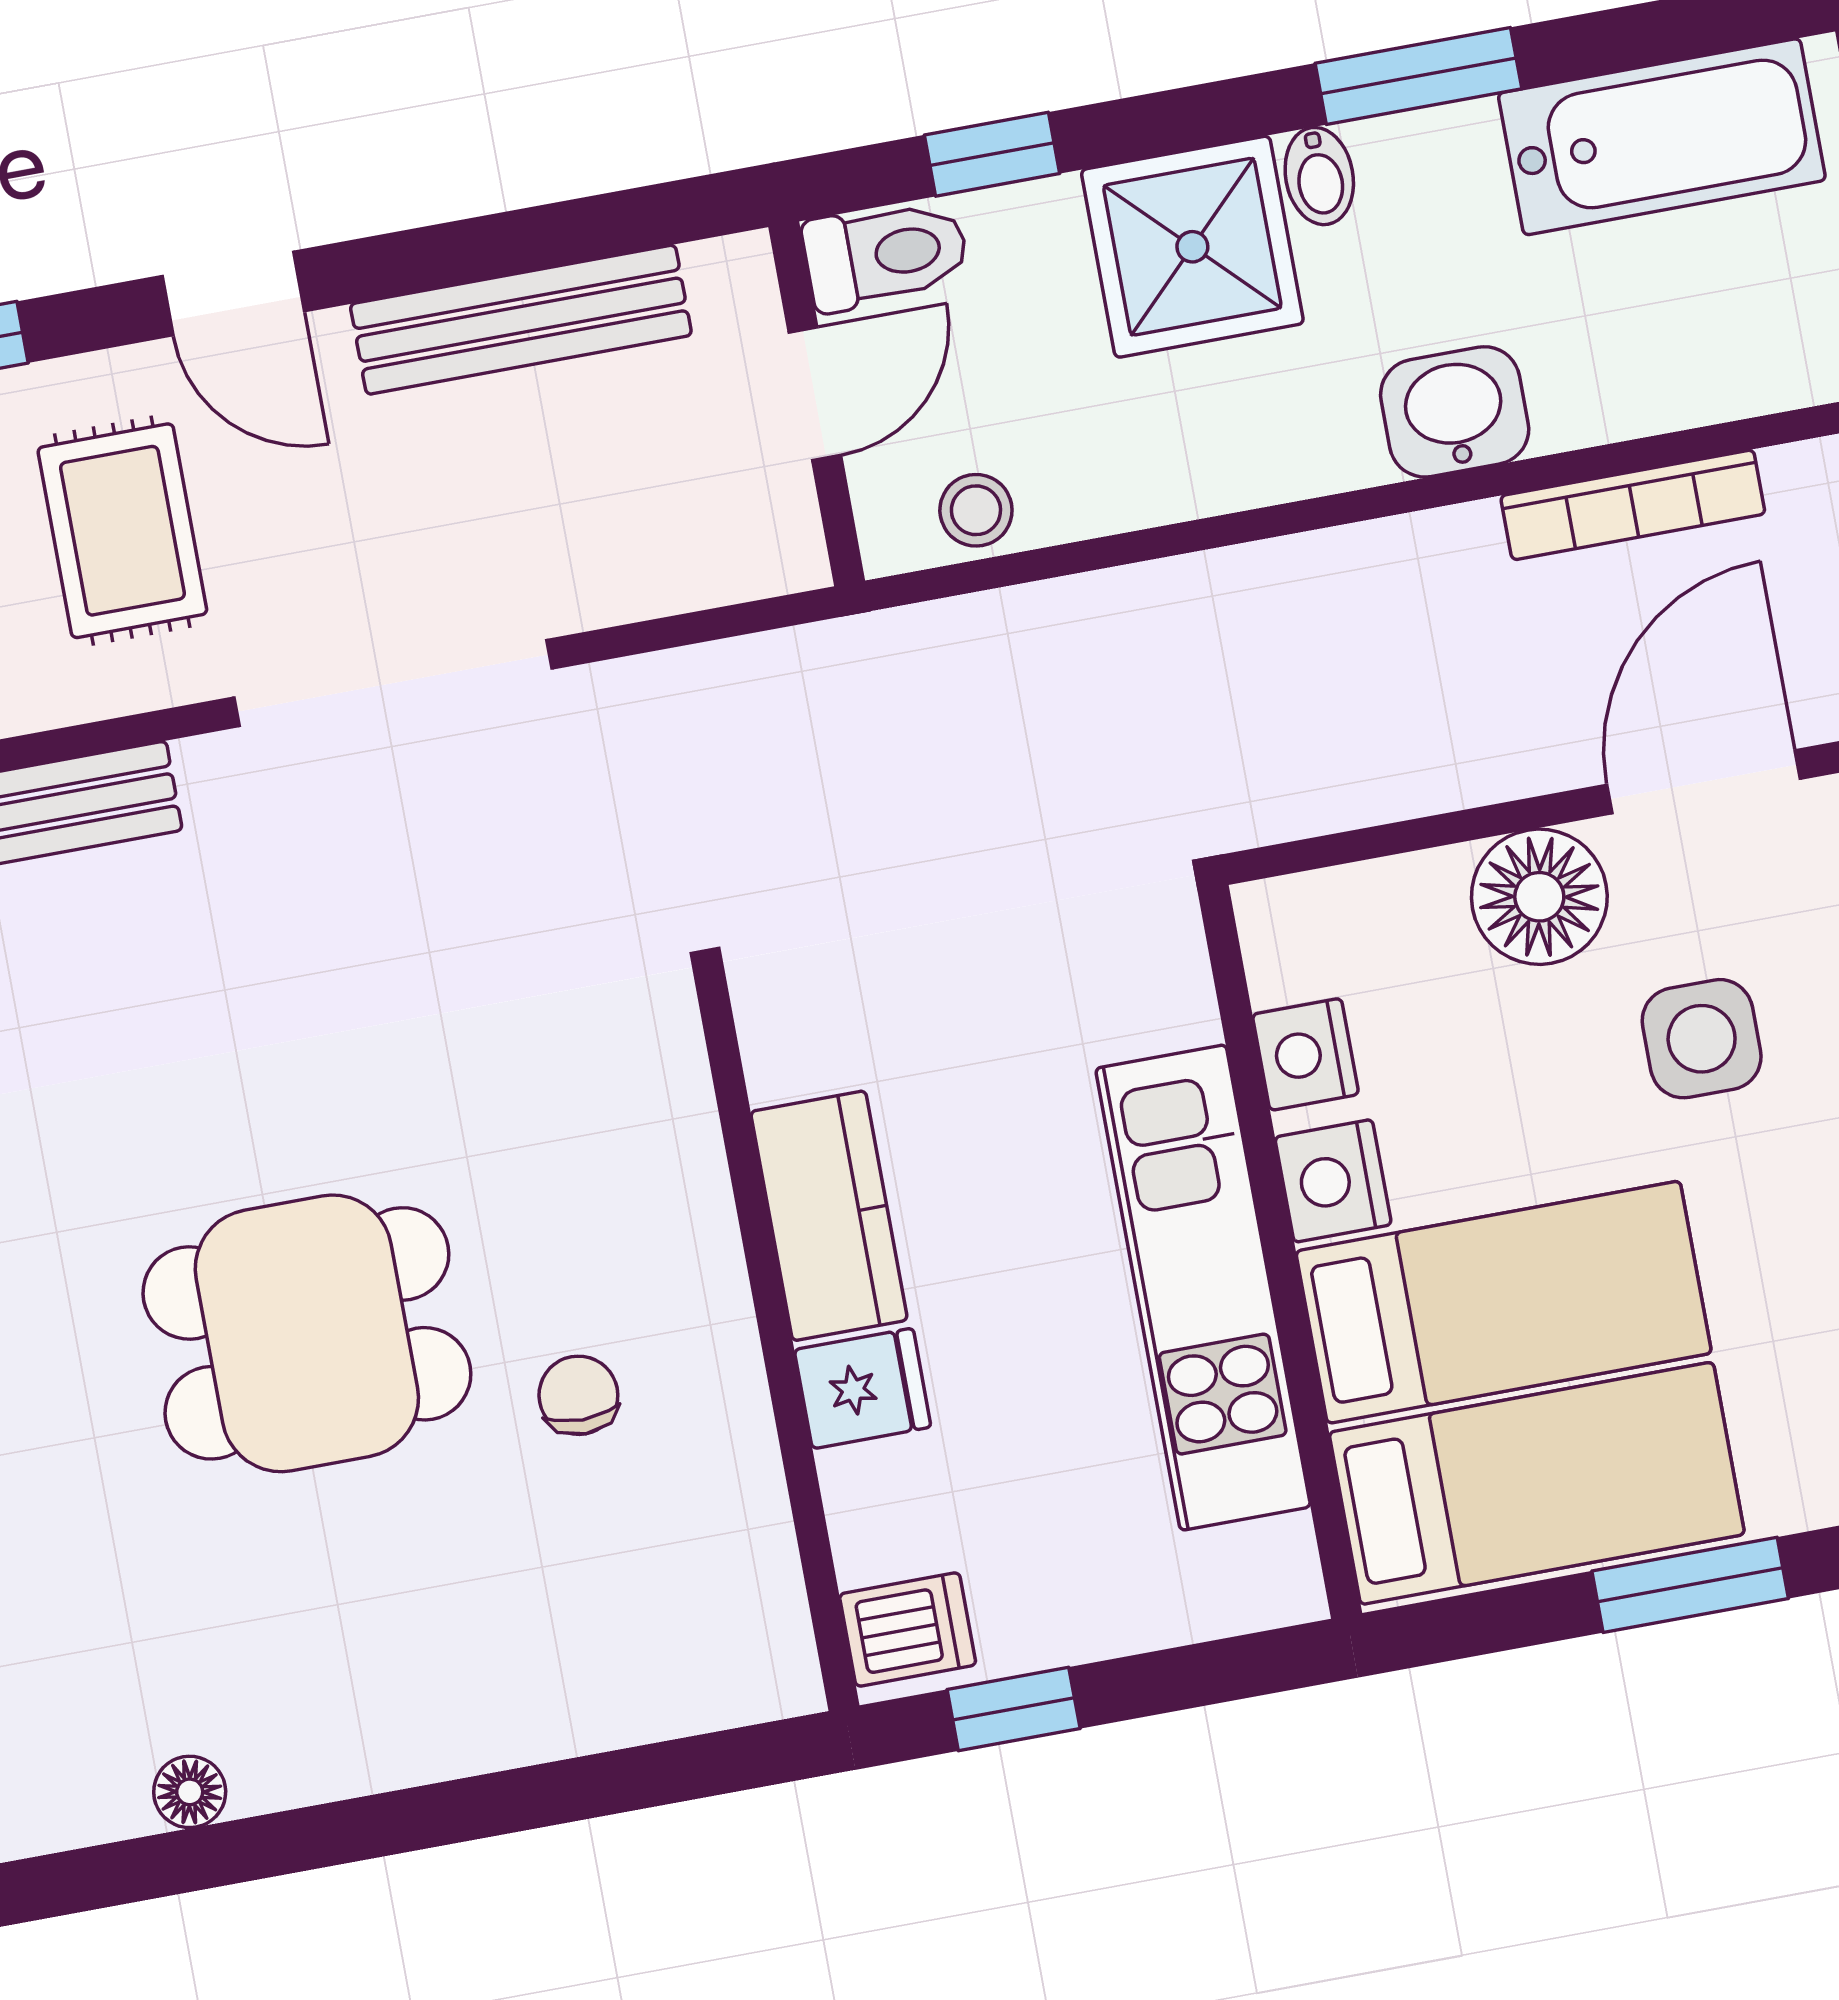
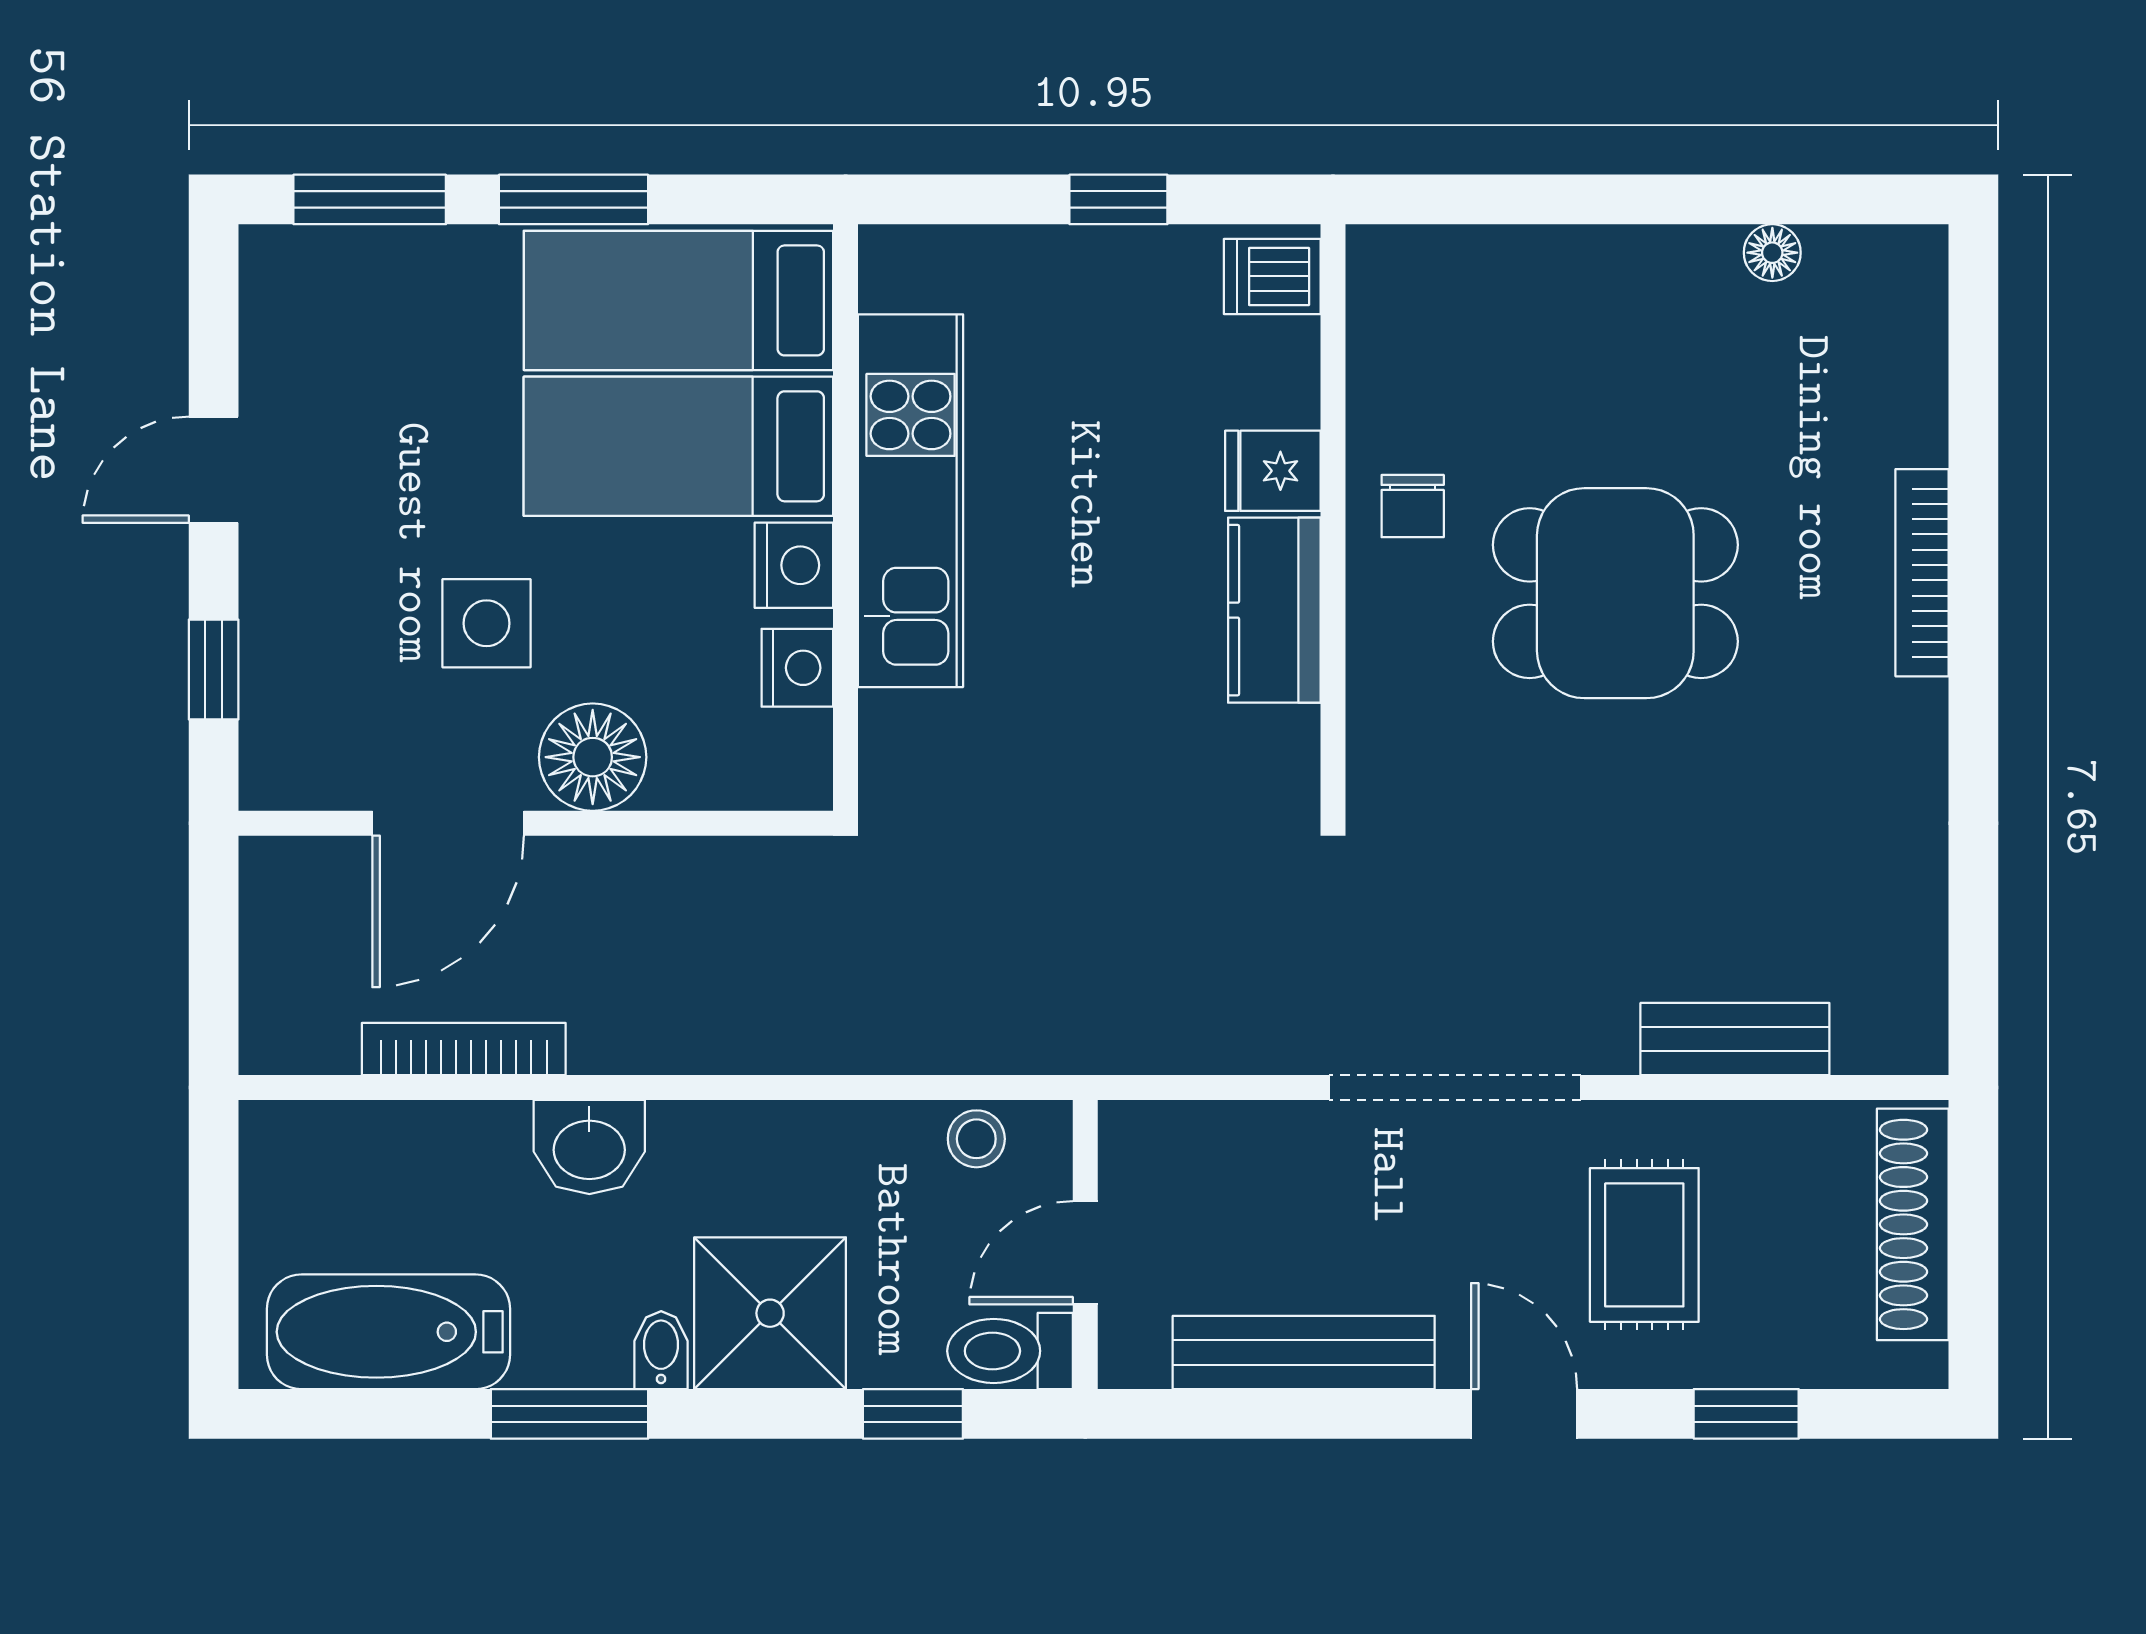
kitchen counter: (829, 1216) -> (1274, 610), moved
wall: (777, 1344) -> (1333, 518), moved
fridge: (863, 1388) -> (1273, 471), moved
dishwasher: (908, 1630) -> (1272, 276), moved

